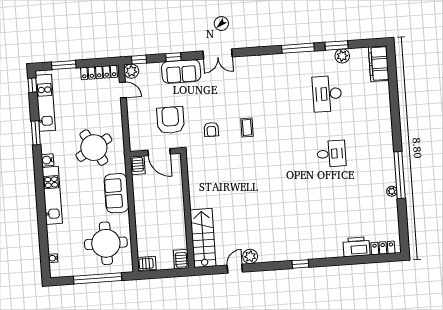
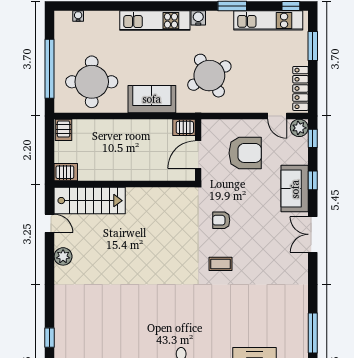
door: (123, 90) -> (277, 116), hinge flipped
armchair: (170, 120) -> (245, 153), moved
window: (300, 264) -> (50, 338), moved
door: (235, 269) -> (50, 223), moved

